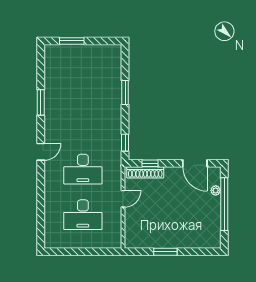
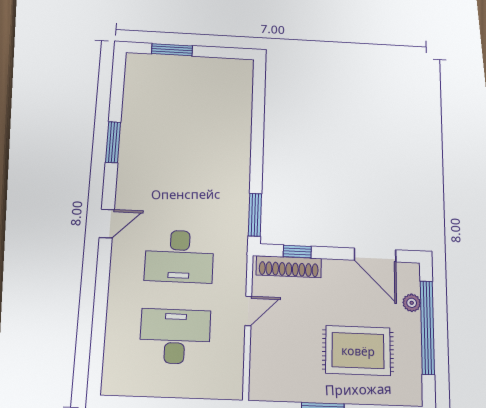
window: (125, 92) -> (257, 134), removed
window: (125, 143) -> (255, 215), width x1.50
desk: (83, 215) -> (175, 336), turned 180
rug: (185, 219) -> (358, 351), added

